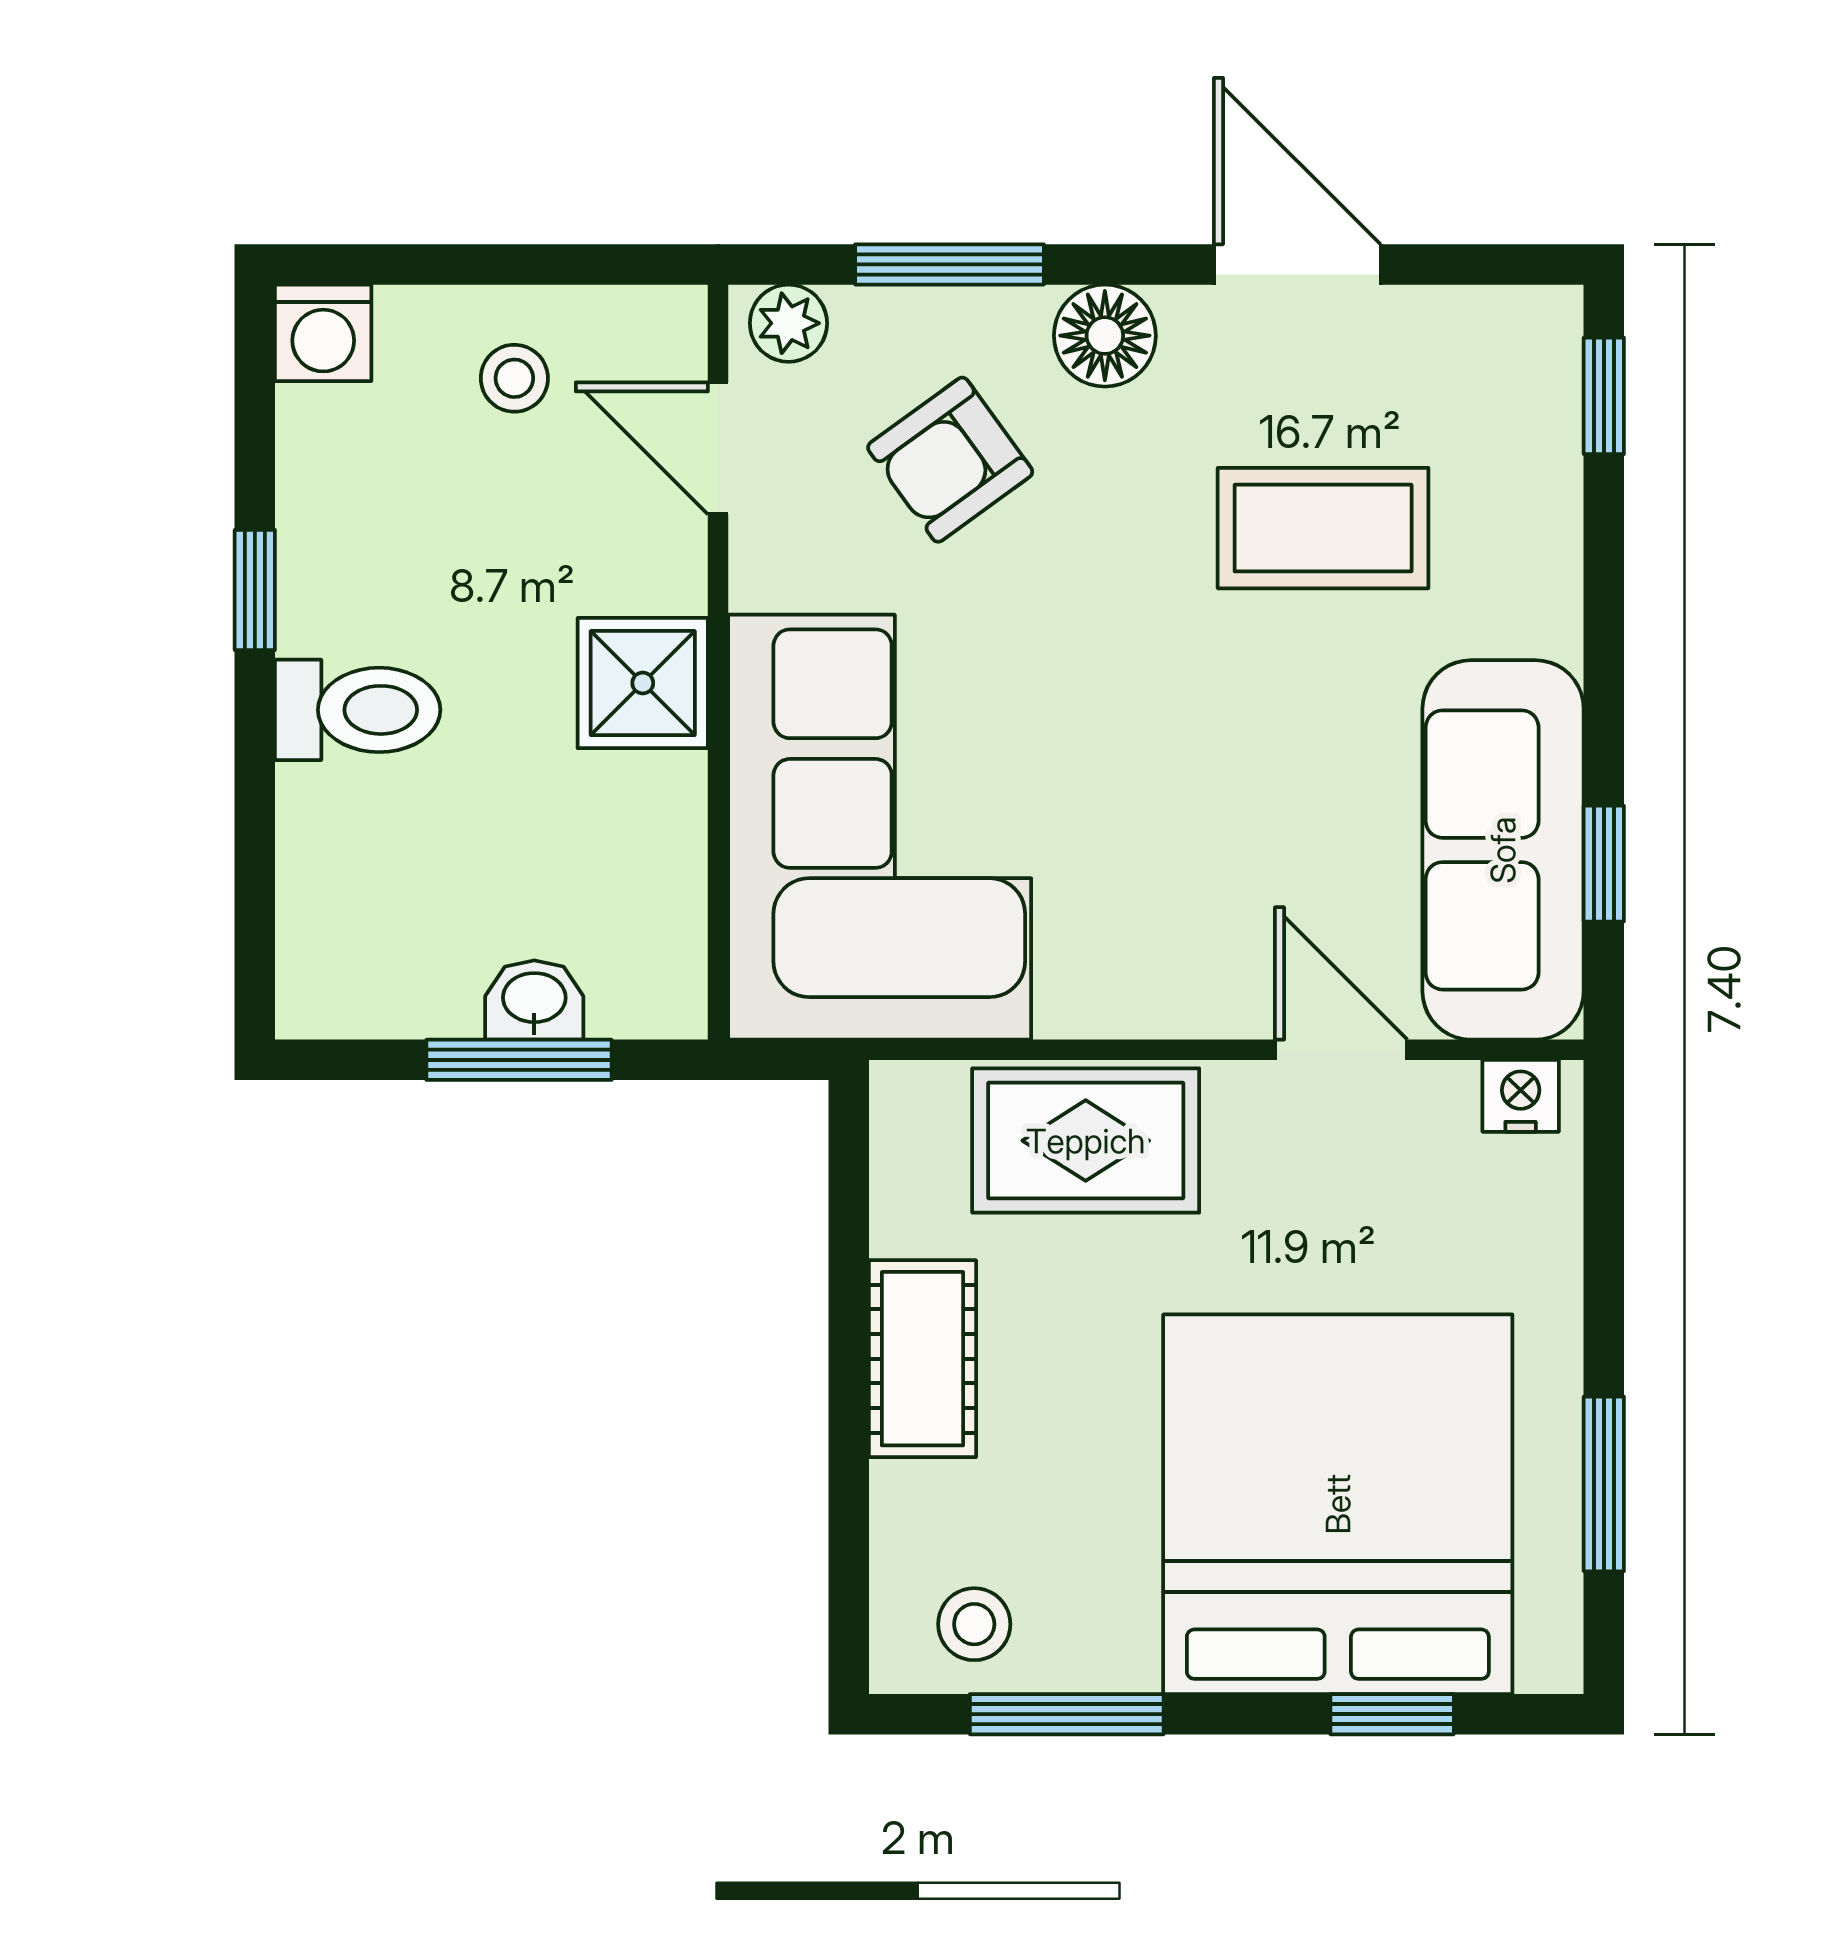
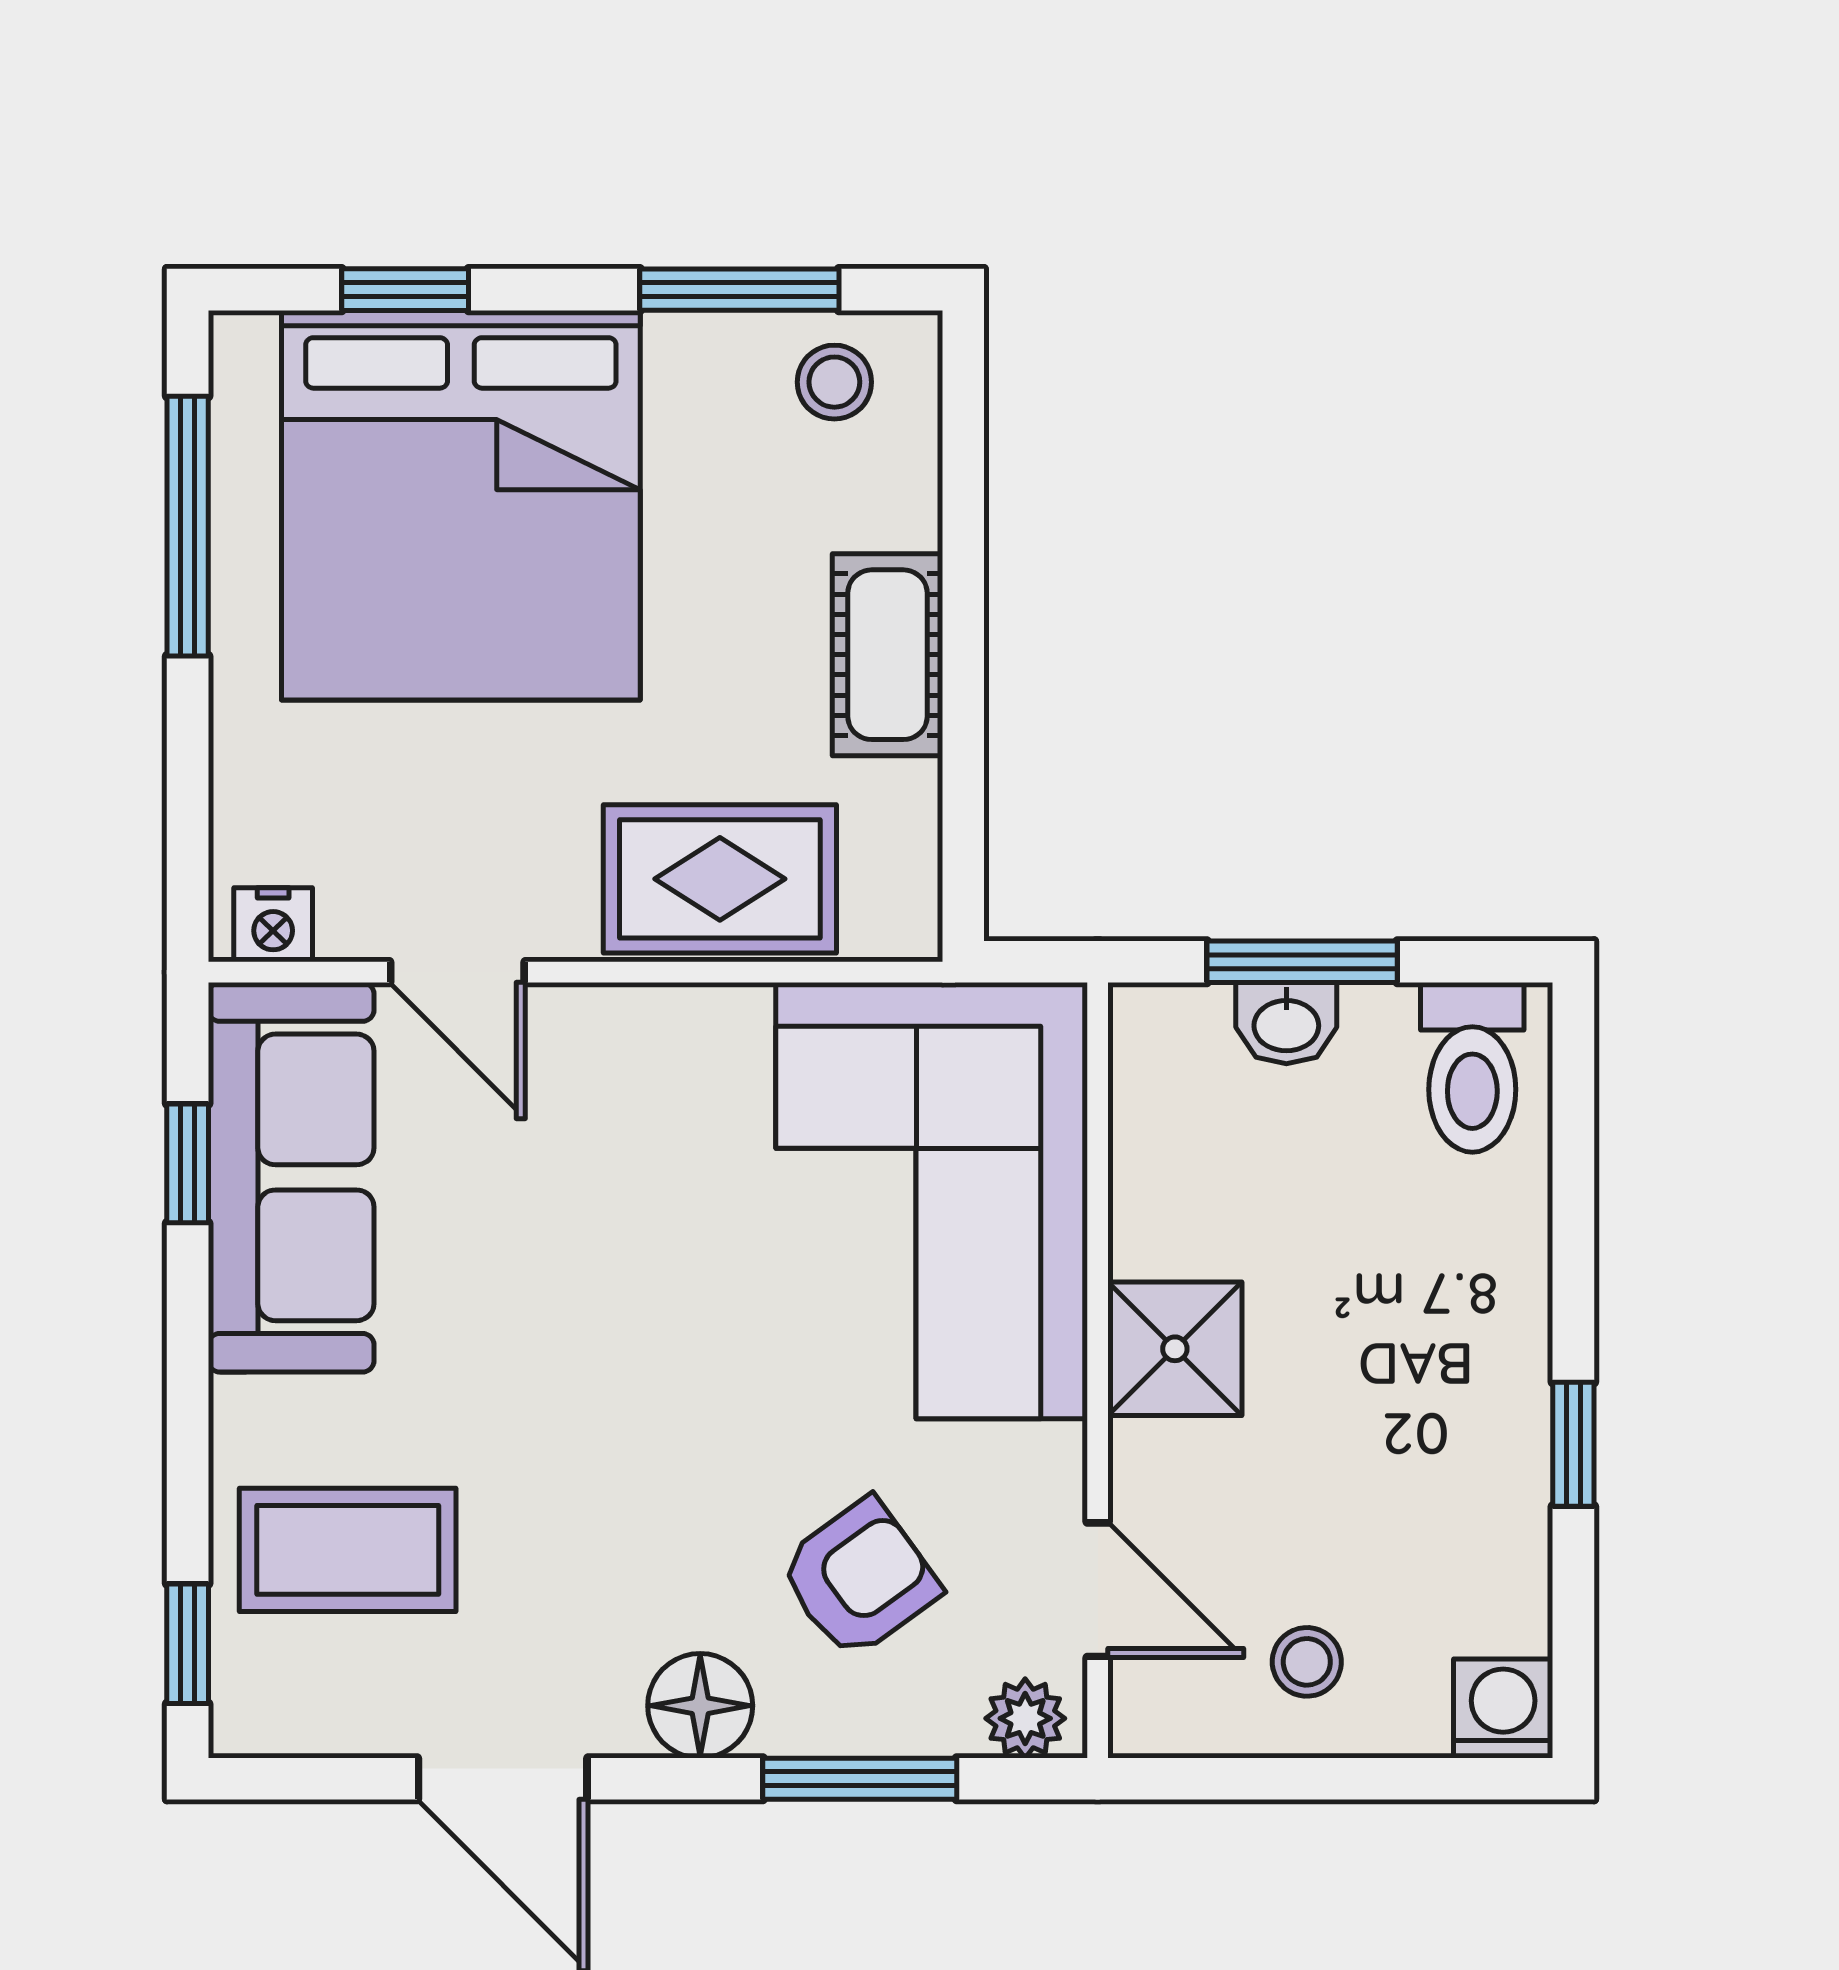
coffee table: (1323, 528) -> (348, 1550), moved
toilet: (358, 710) -> (1472, 1067), moved, turned -90
window: (1604, 1484) -> (188, 526), width x1.44

